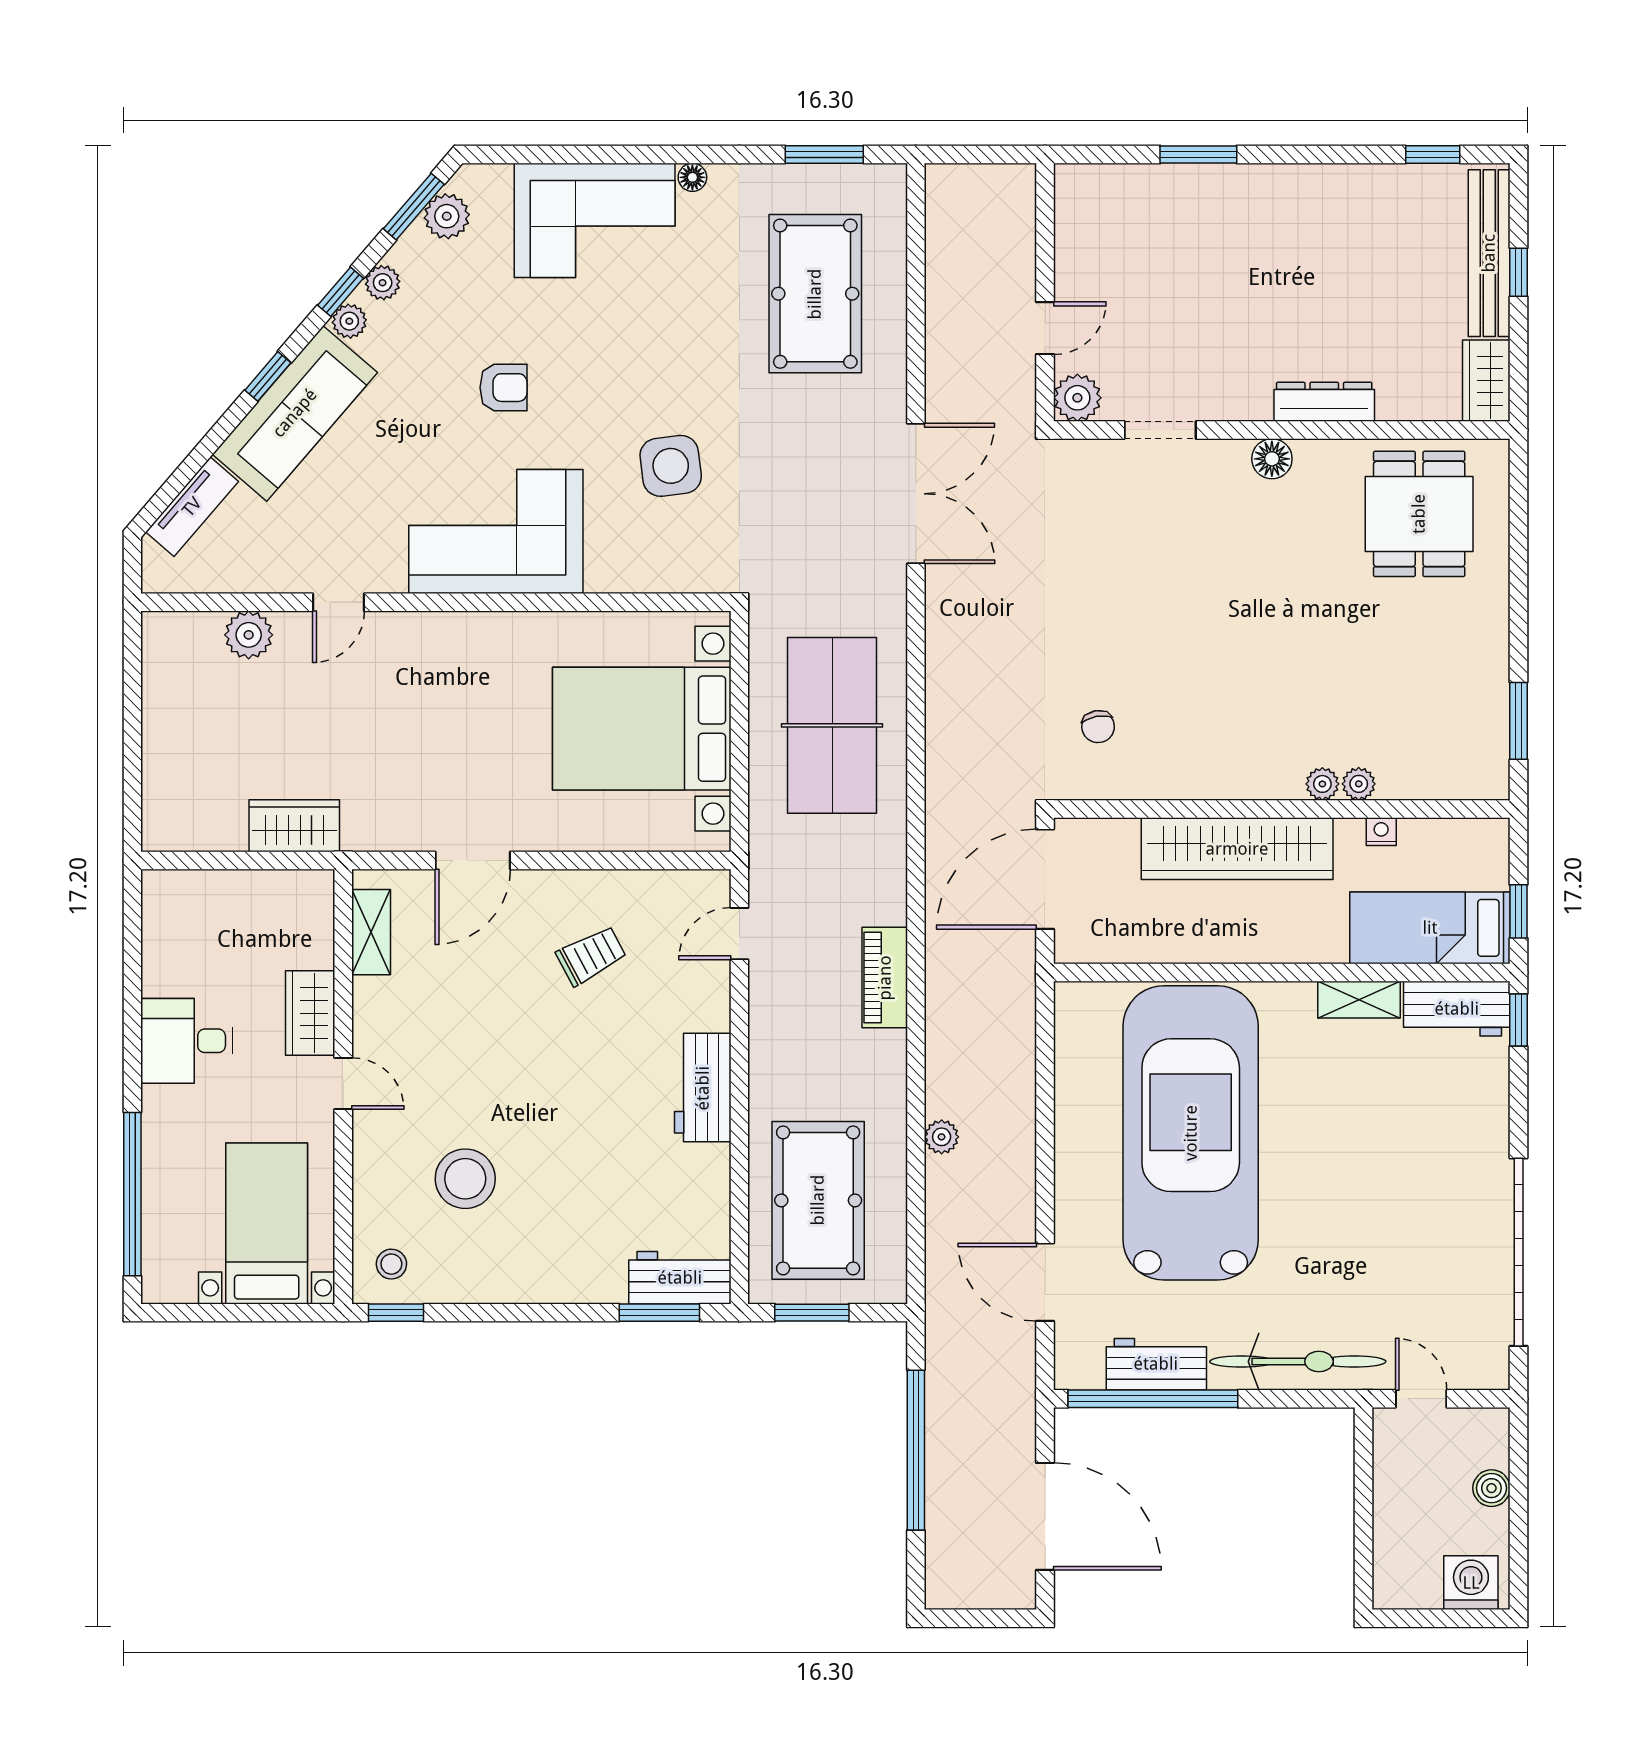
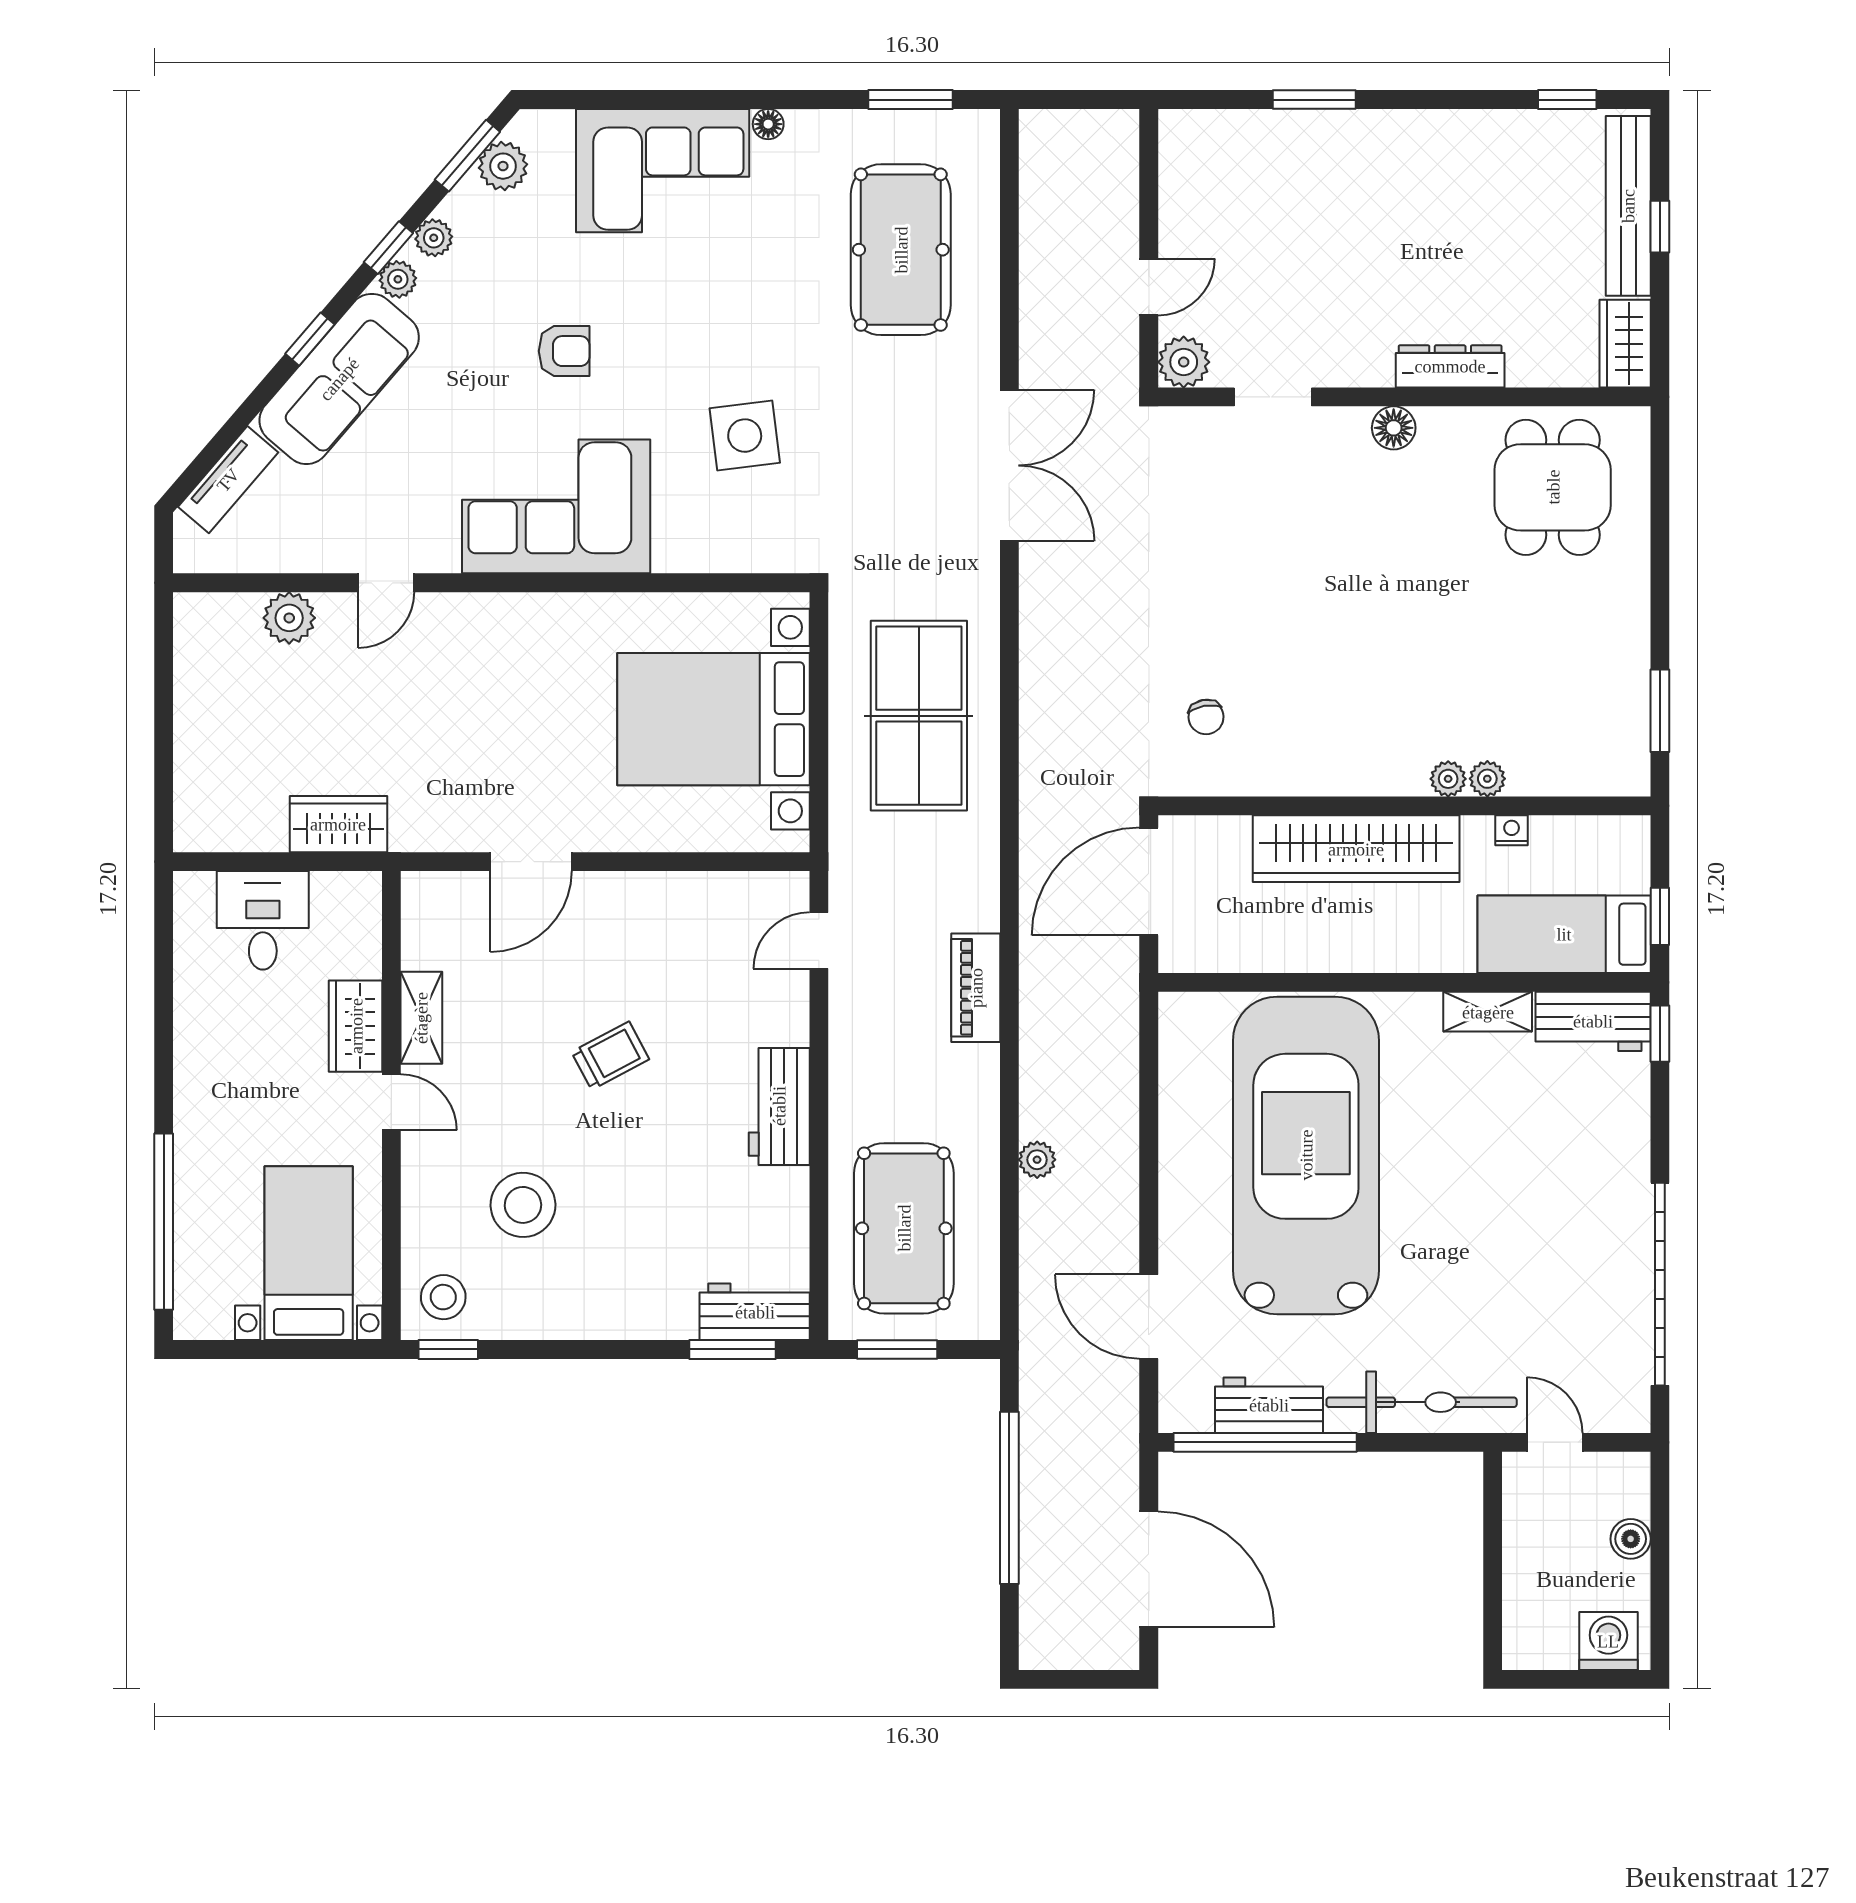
shelving: (371, 932) -> (421, 1018), moved
trolley: (591, 956) -> (610, 1056), moved
desk: (187, 1041) -> (263, 920), moved, turned 90
stool: (391, 1264) -> (443, 1297), width x1.37, depth x1.37

